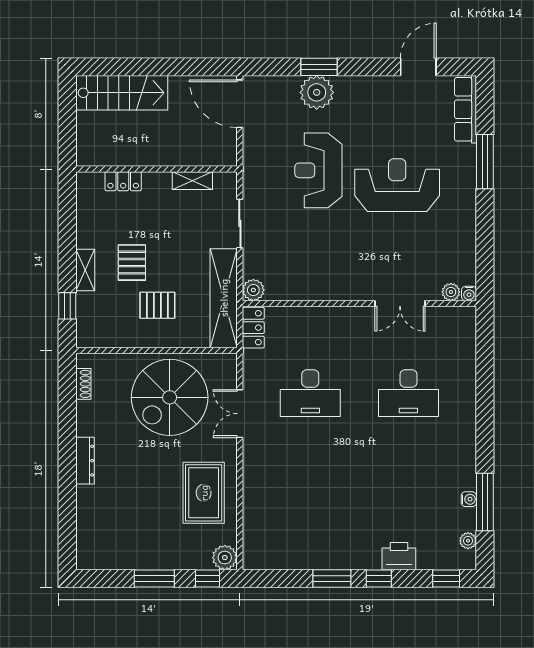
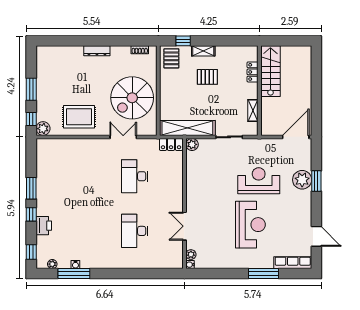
stairs: (122, 93) -> (270, 71), moved, turned 180
pallet: (157, 305) -> (171, 58), moved
spiral stairs: (170, 397) -> (132, 98), turned -90

